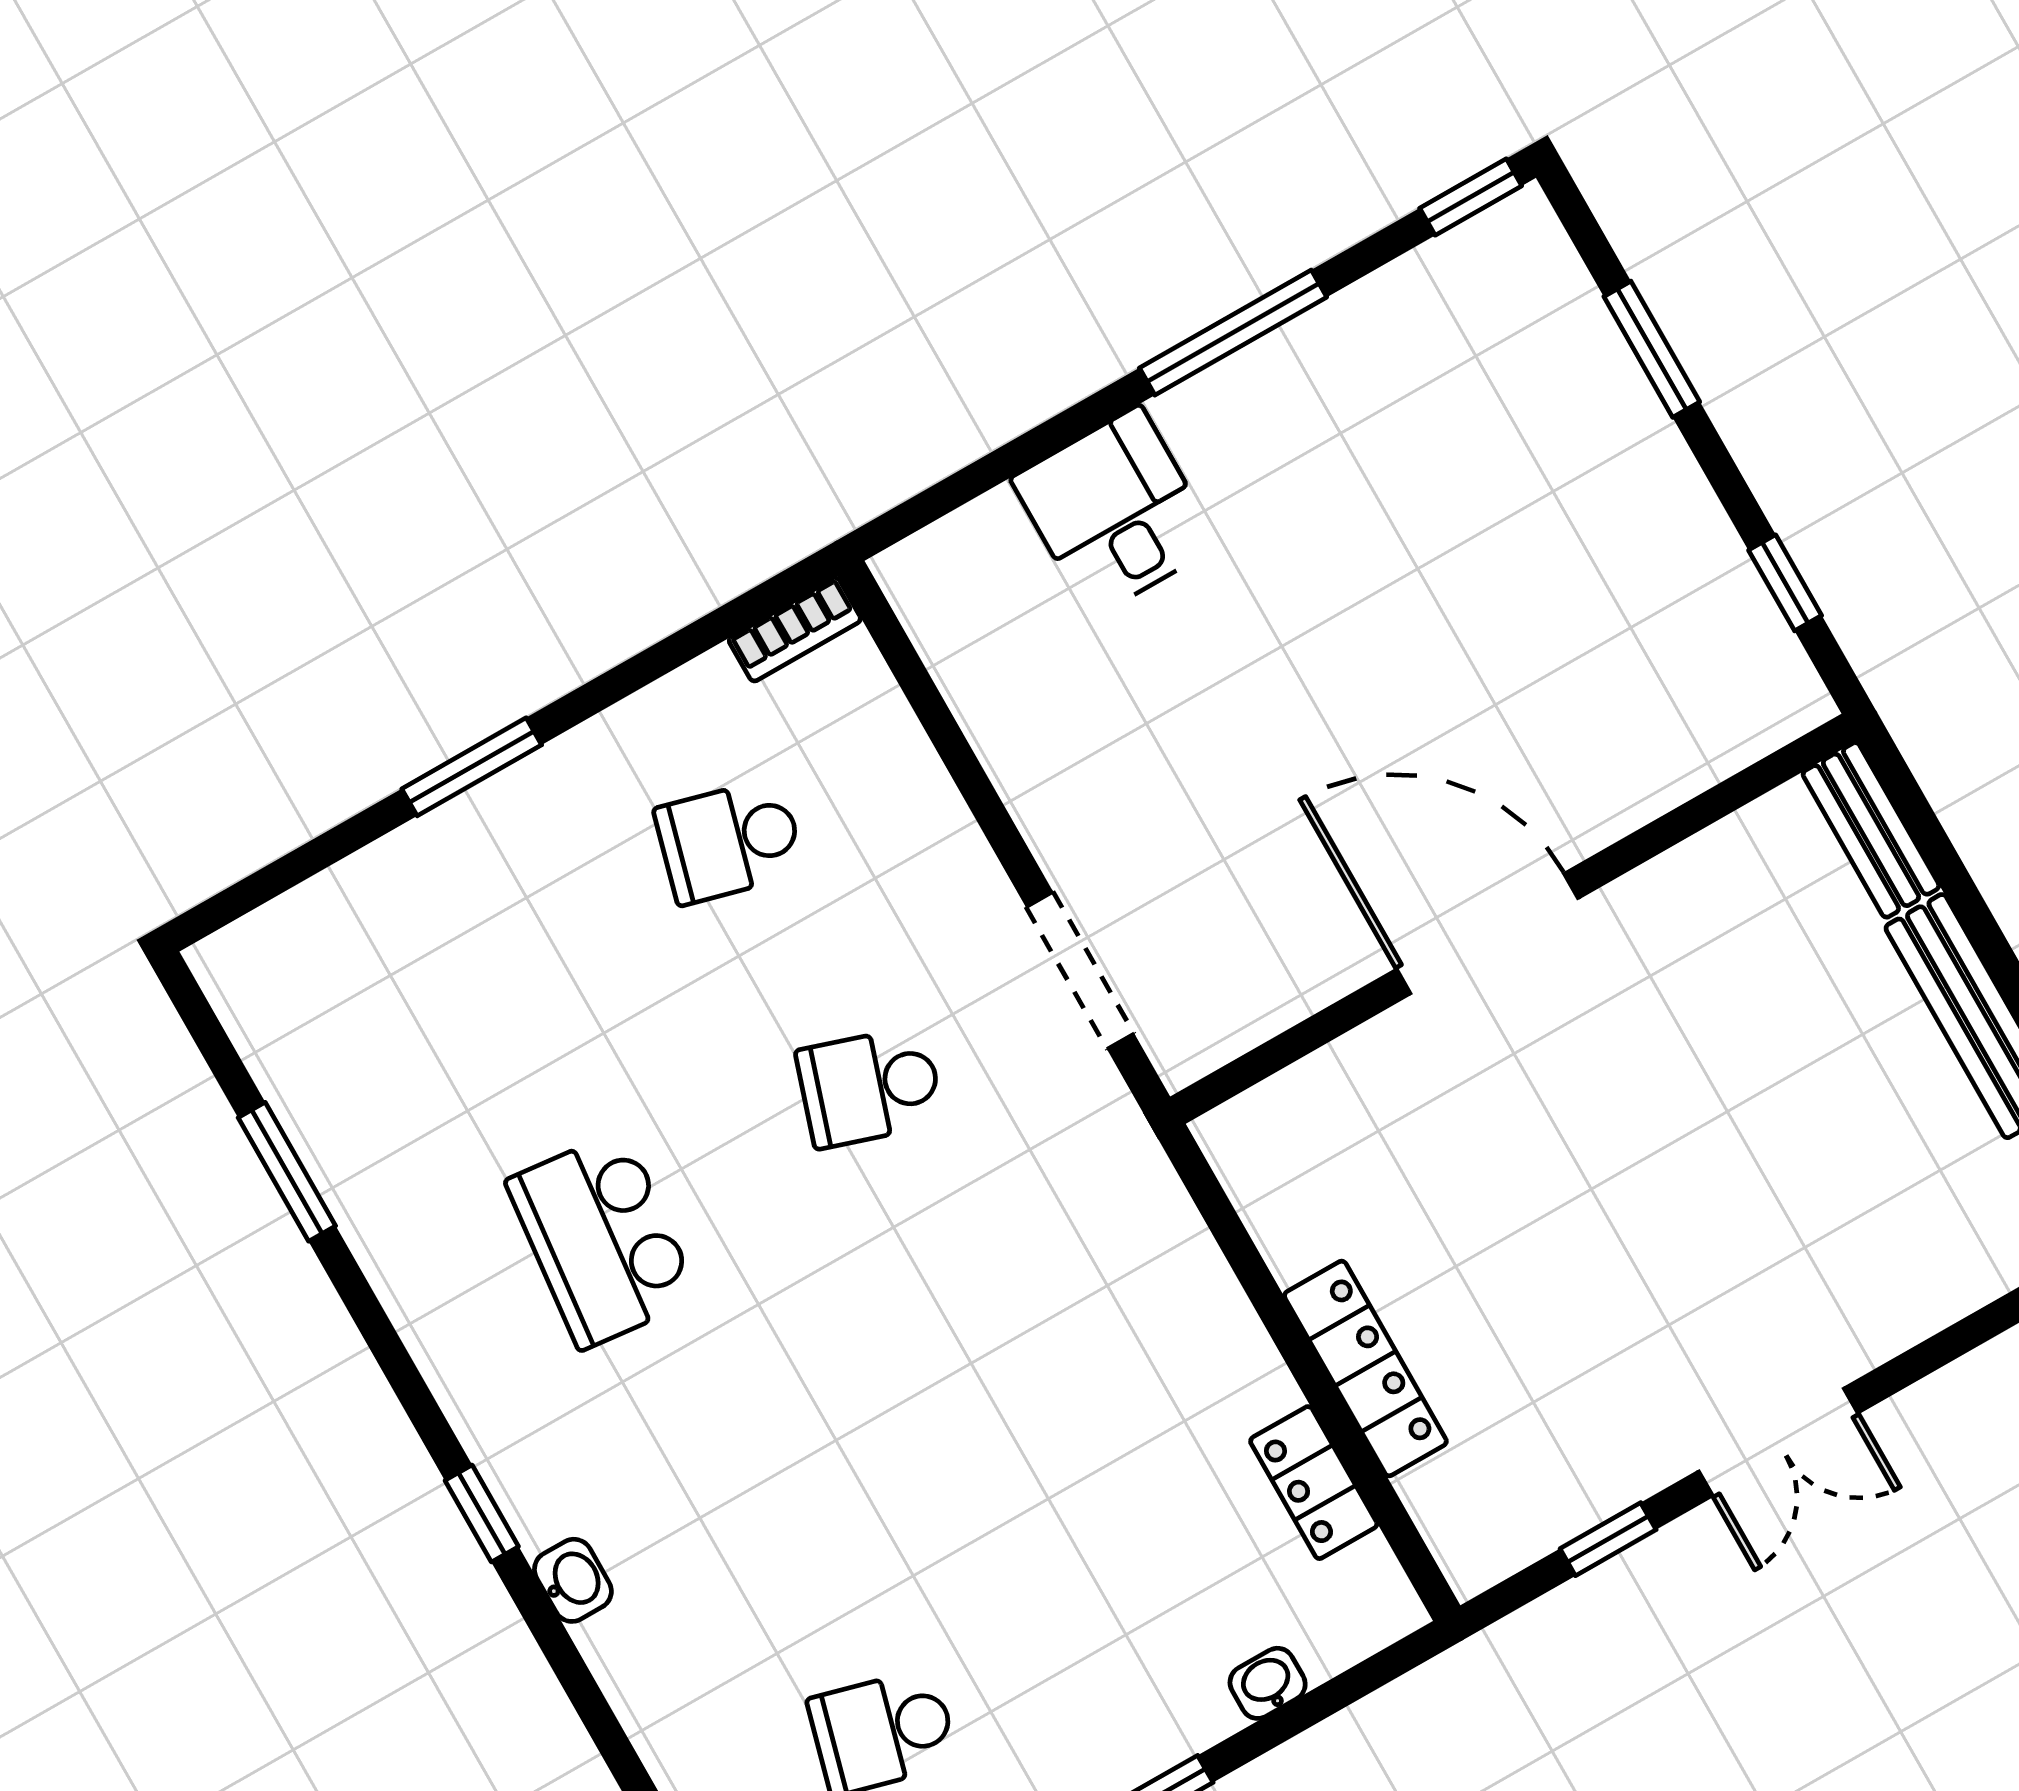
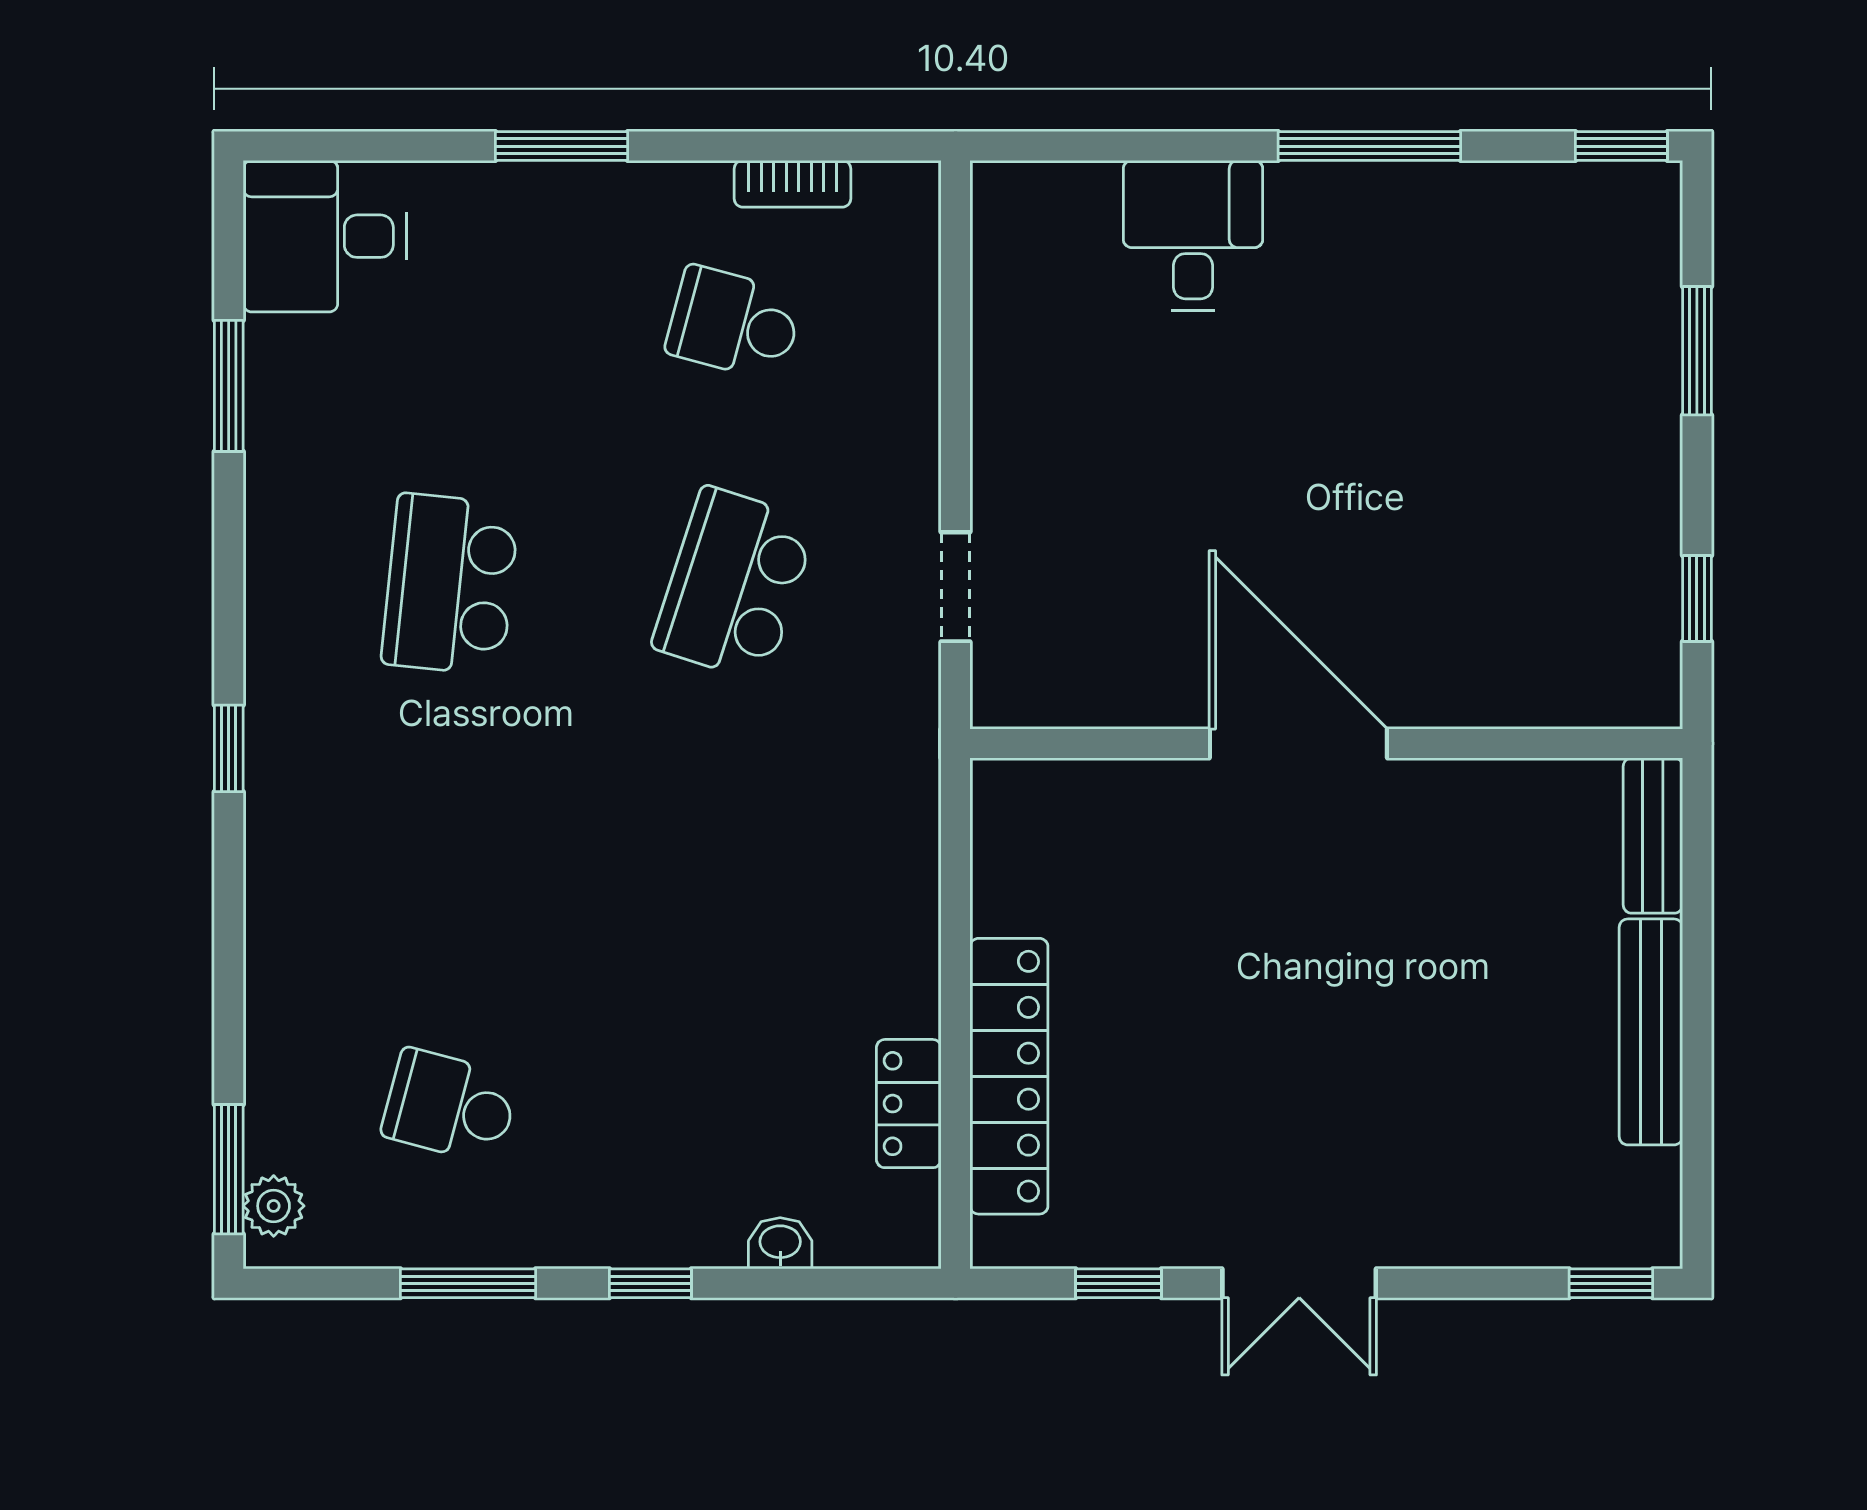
bookcase: (795, 630) -> (793, 184), moved
doorway: (1080, 970) -> (956, 587), width x0.73
desk: (297, 979) -> (325, 236), added
school desk: (870, 1087) -> (734, 584), width x1.85
locker: (1365, 1369) -> (1009, 1076), width x1.41, depth x1.21
washbasin: (573, 1580) -> (271, 844), removed

